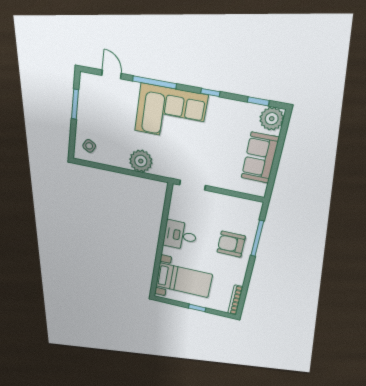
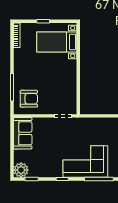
sofa: (260, 158) -> (23, 133), moved
plant: (141, 161) -> (101, 125), removed
desk: (180, 235) -> (65, 77), removed
armchair: (231, 244) -> (29, 99), moved

